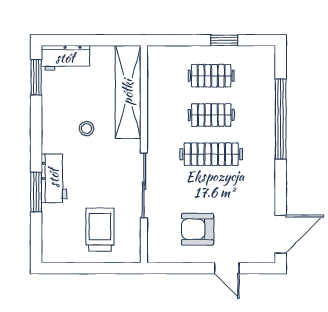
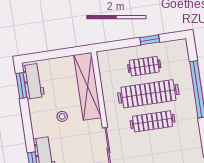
workbench: (65, 58) -> (33, 81), moved, turned -90
clothes rail: (211, 115) -> (148, 94), width x1.86, depth x1.31

